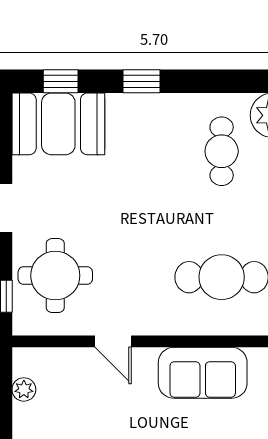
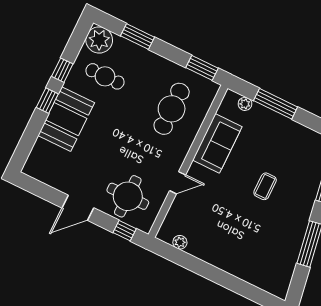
window: (61, 81) -> (62, 70), moved
booth: (58, 124) -> (66, 119), moved

